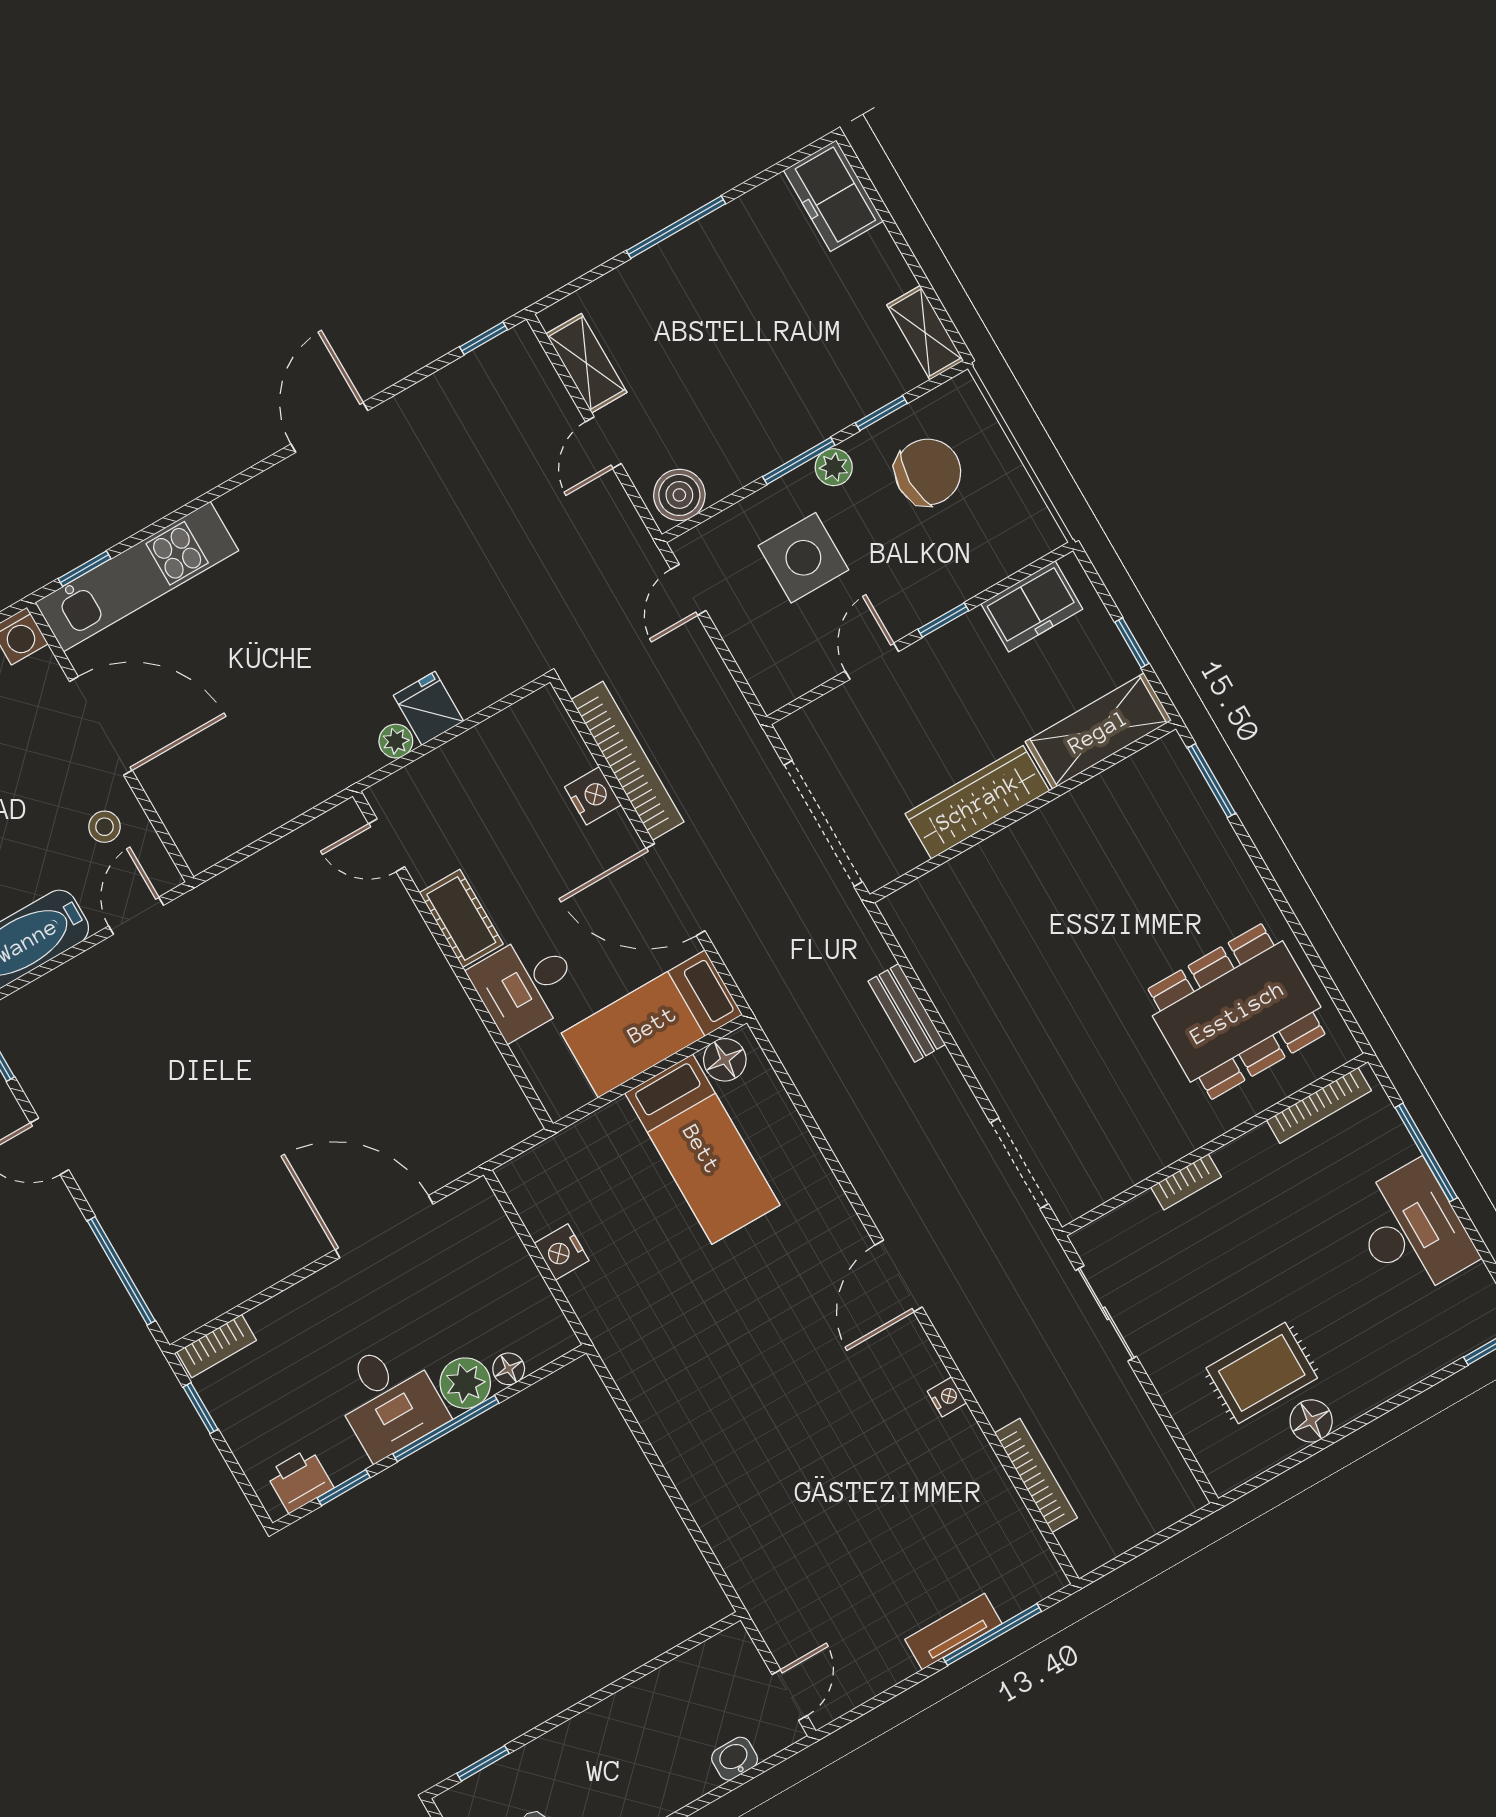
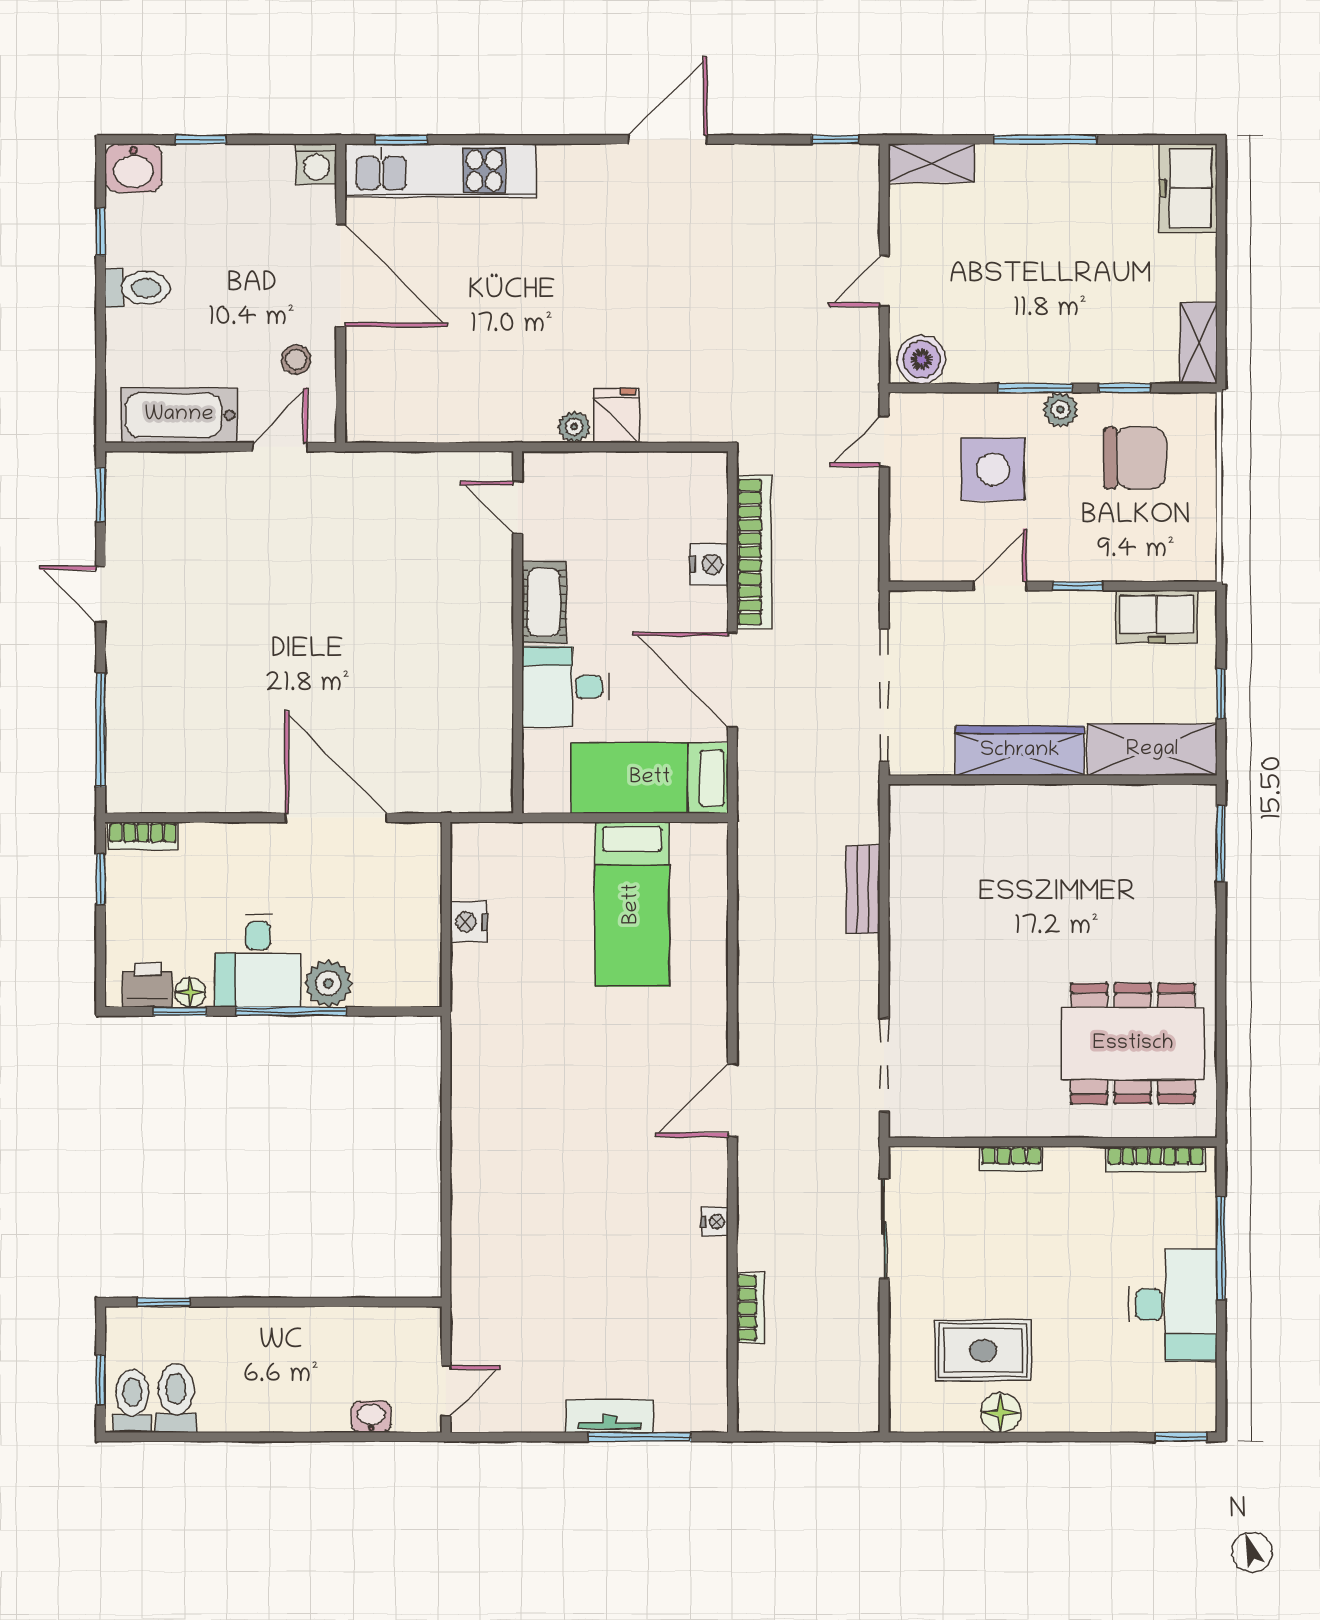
shelving: (586, 363) -> (931, 163), moved, turned 90
floor lamp: (725, 1060) -> (692, 842), removed
floor lamp: (509, 1369) -> (190, 992), moved
bookcase: (1036, 1475) -> (751, 1308), width x0.64

